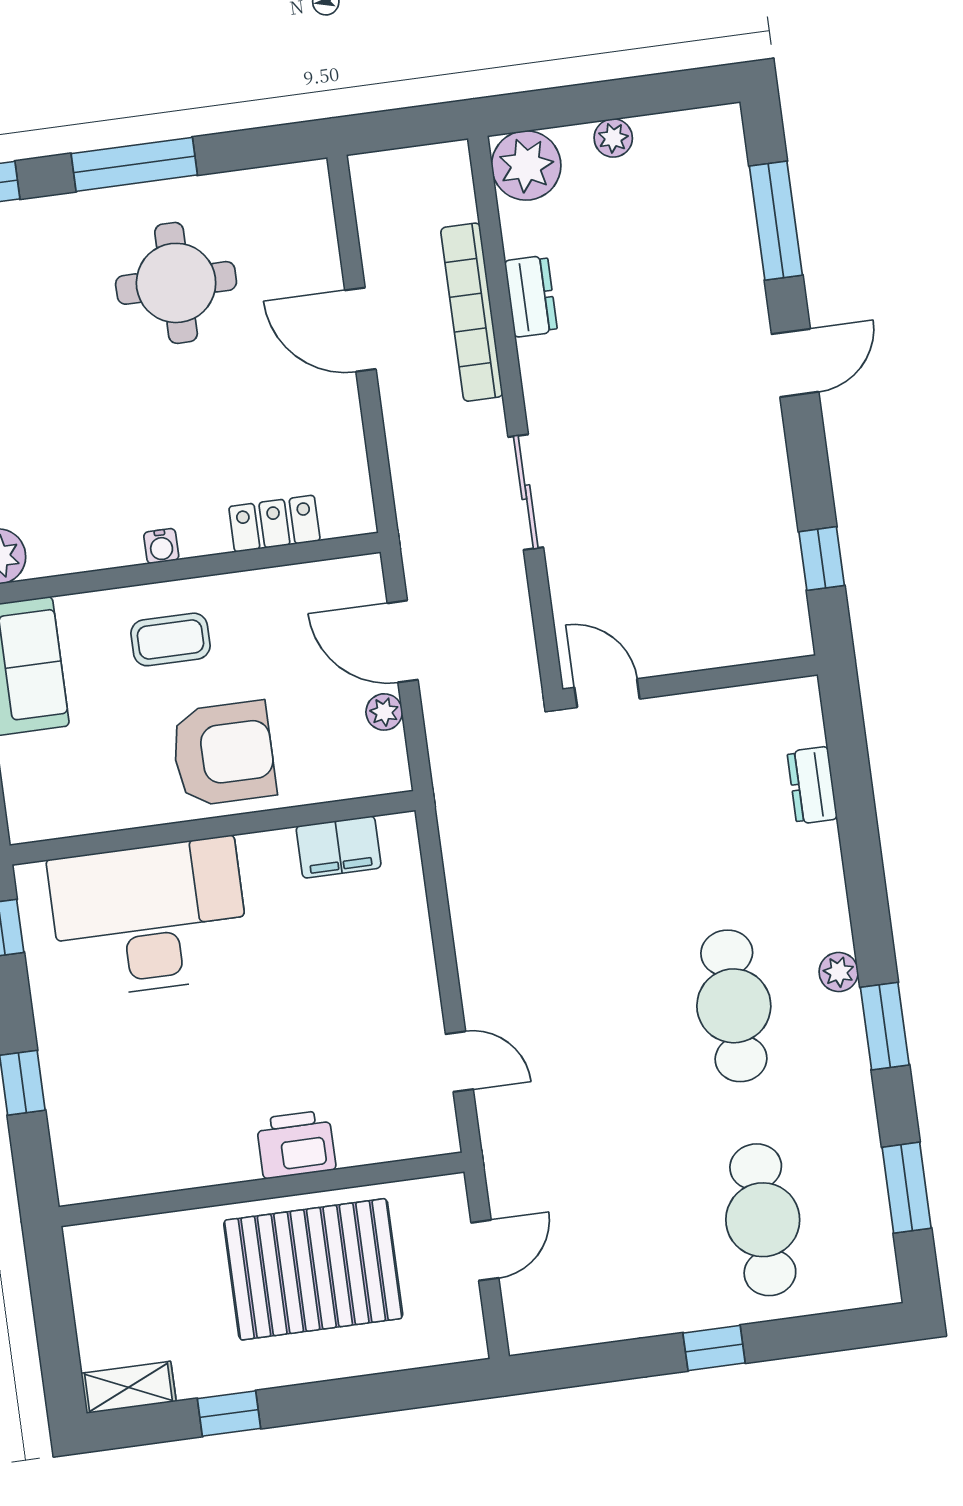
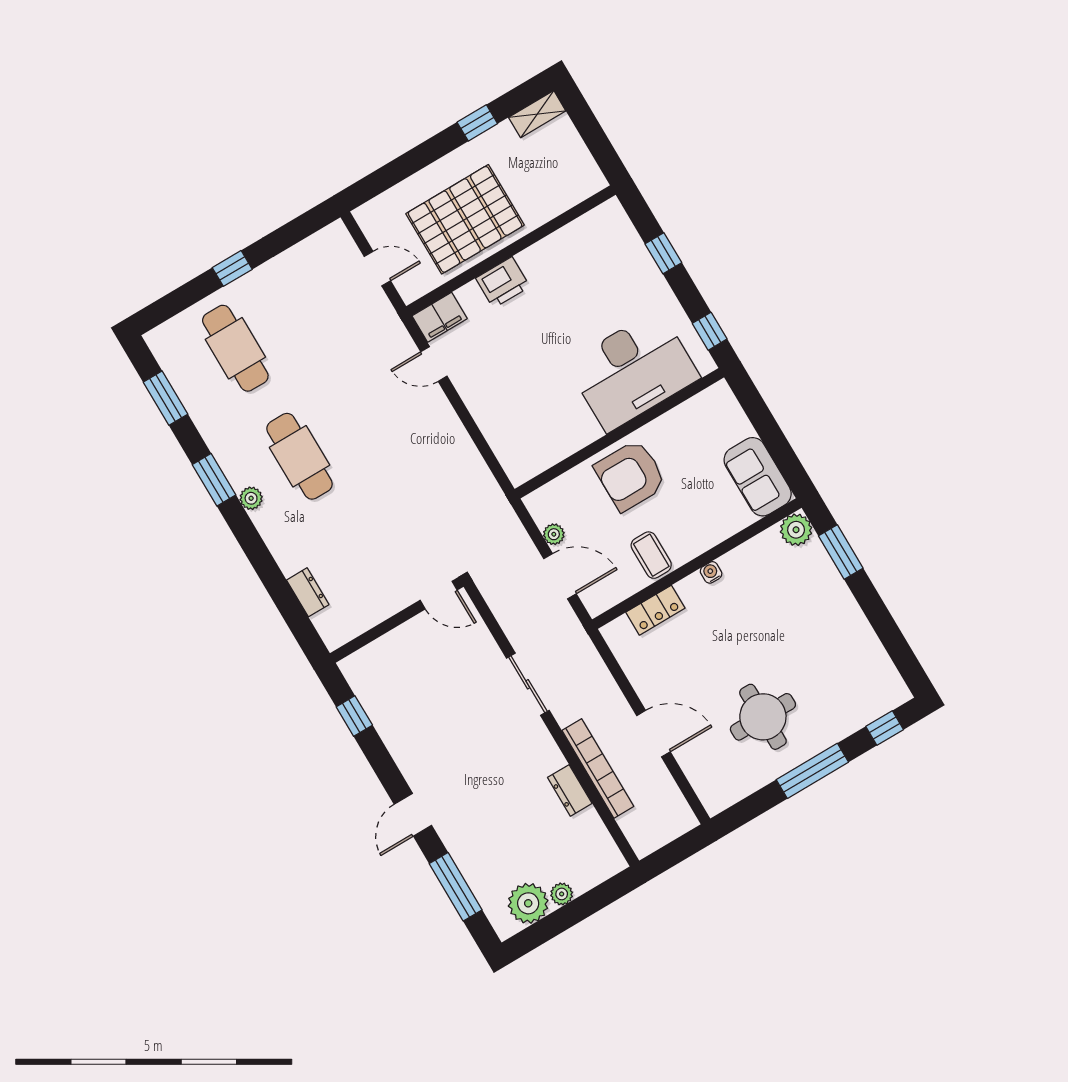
plant: (526, 165) -> (528, 903), moved
coffee table: (170, 639) -> (651, 555), moved, turned 90
filing cabinet: (339, 847) -> (440, 317), moved, turned 180
door: (485, 1250) -> (377, 269), swing flipped

